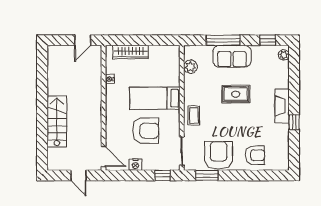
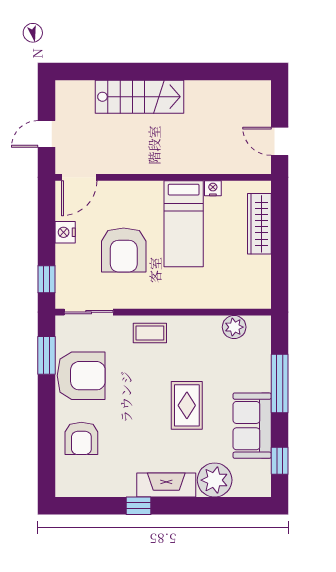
plant: (284, 55) -> (215, 480), moved, width x1.88, depth x1.88
sofa: (232, 56) -> (252, 426), moved
bed: (155, 98) -> (184, 224), moved, turned 180

